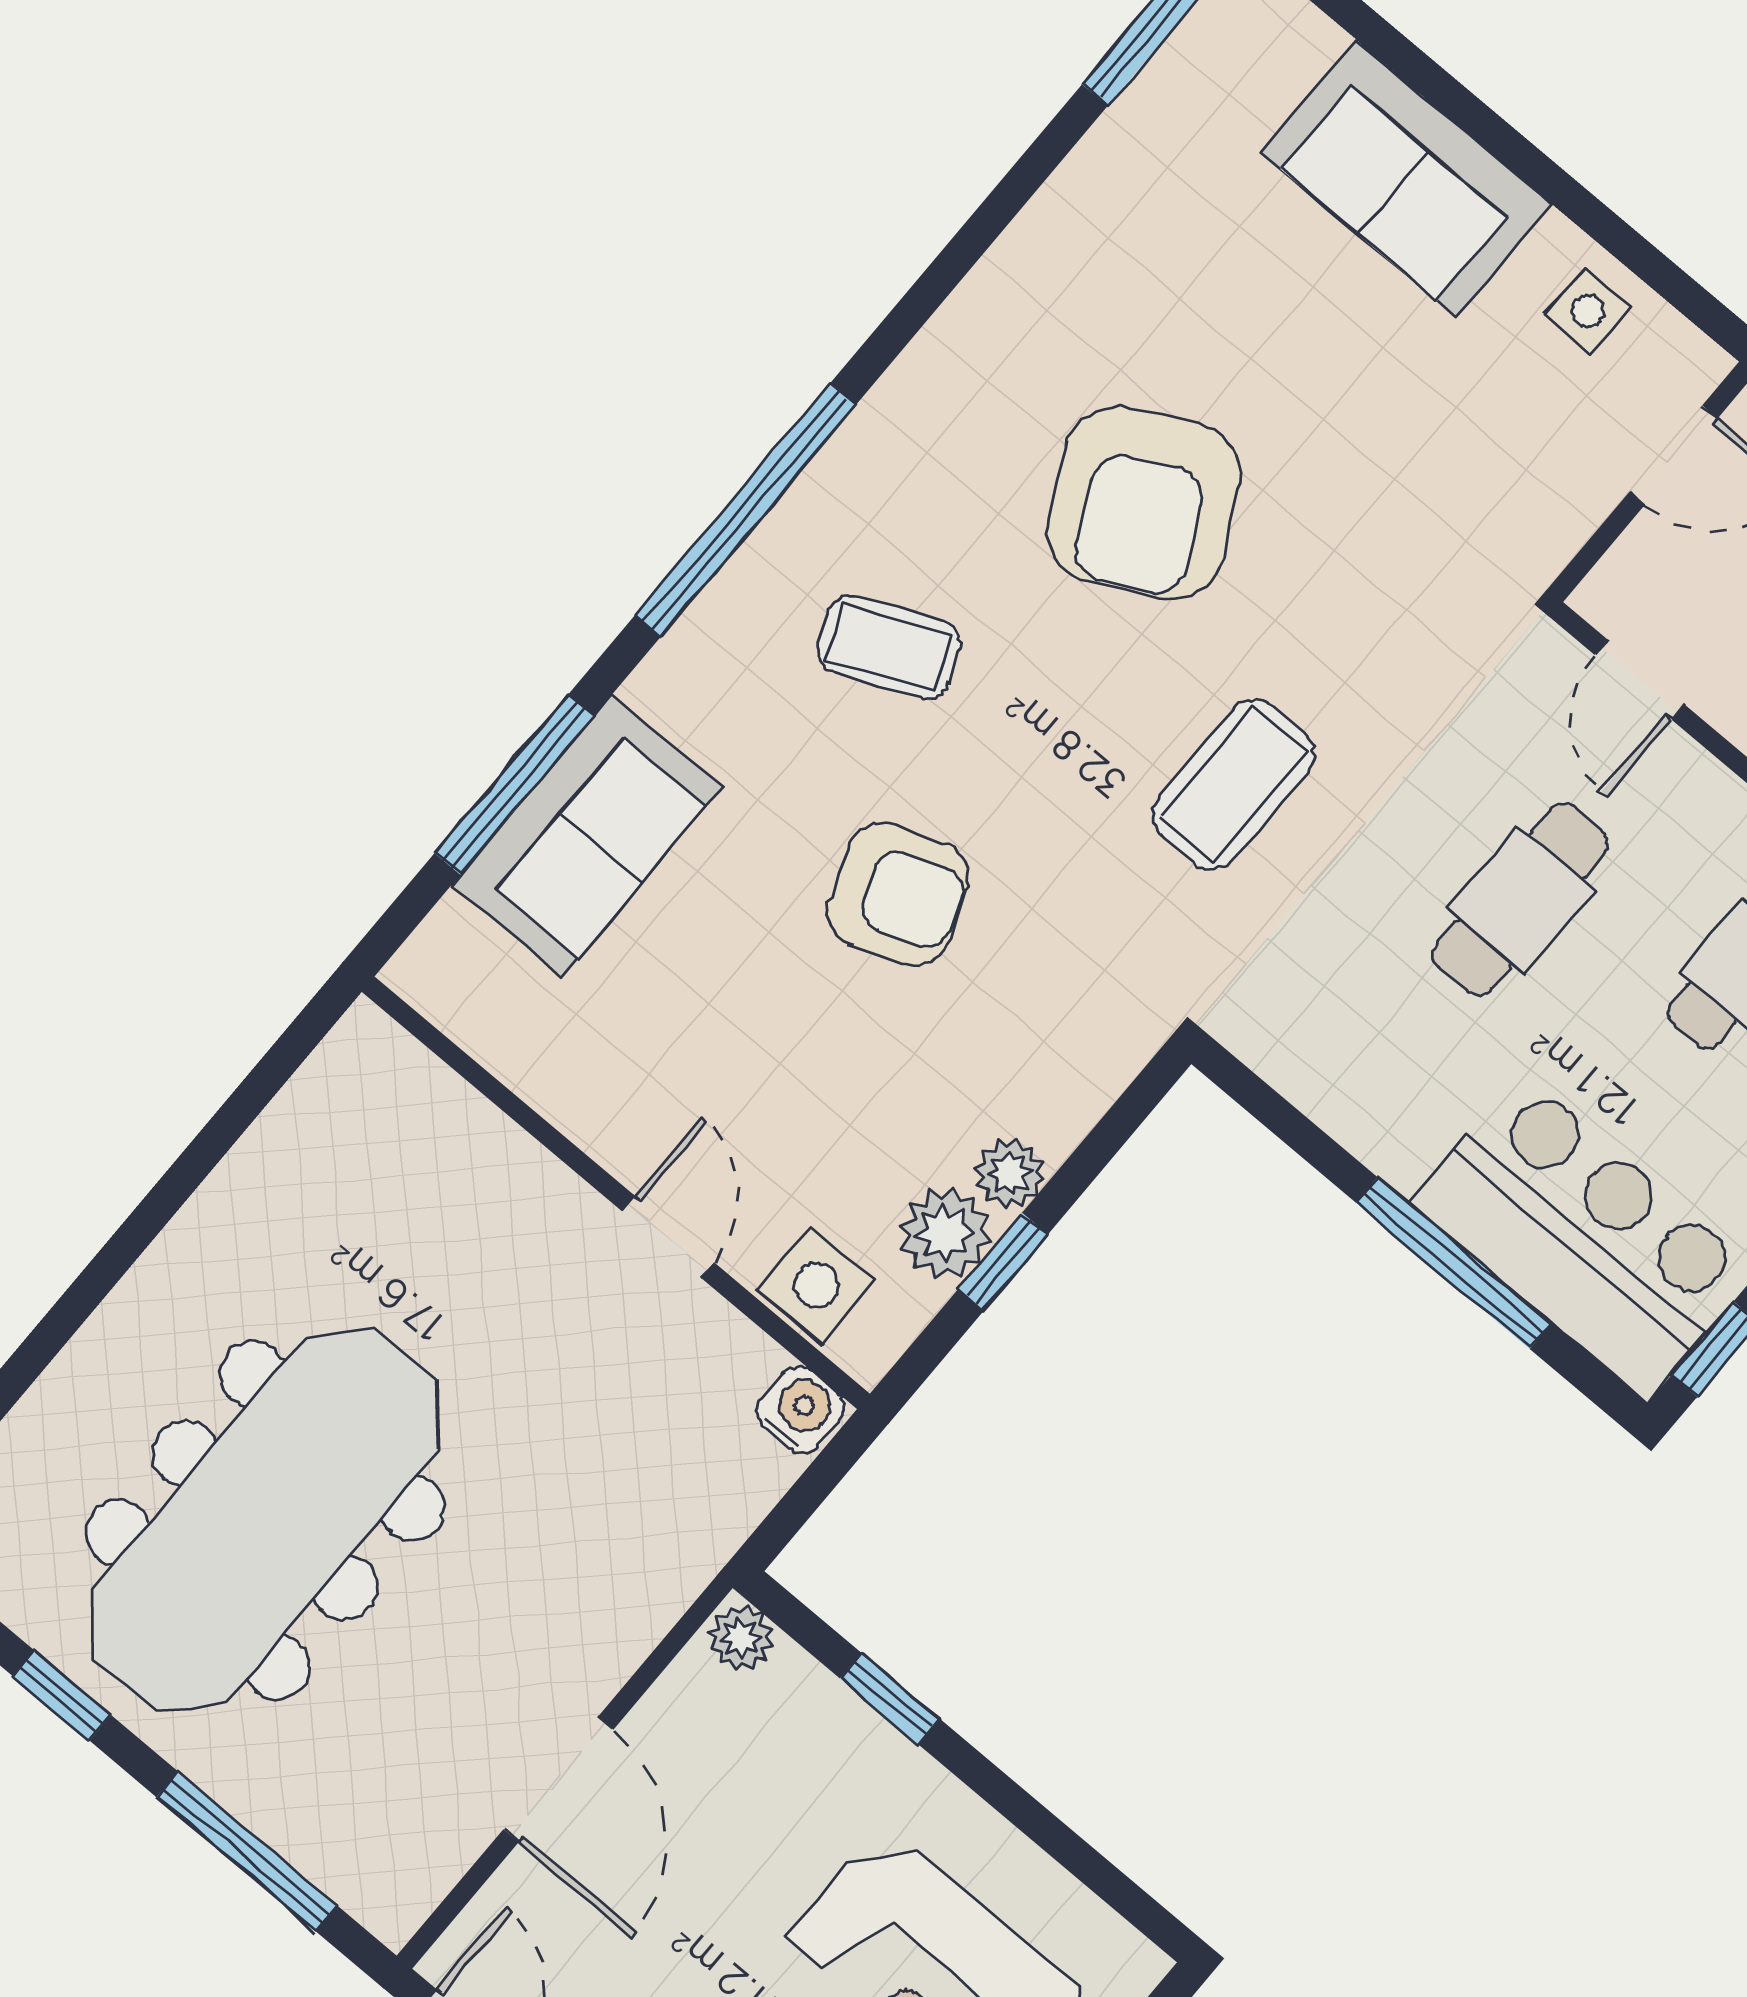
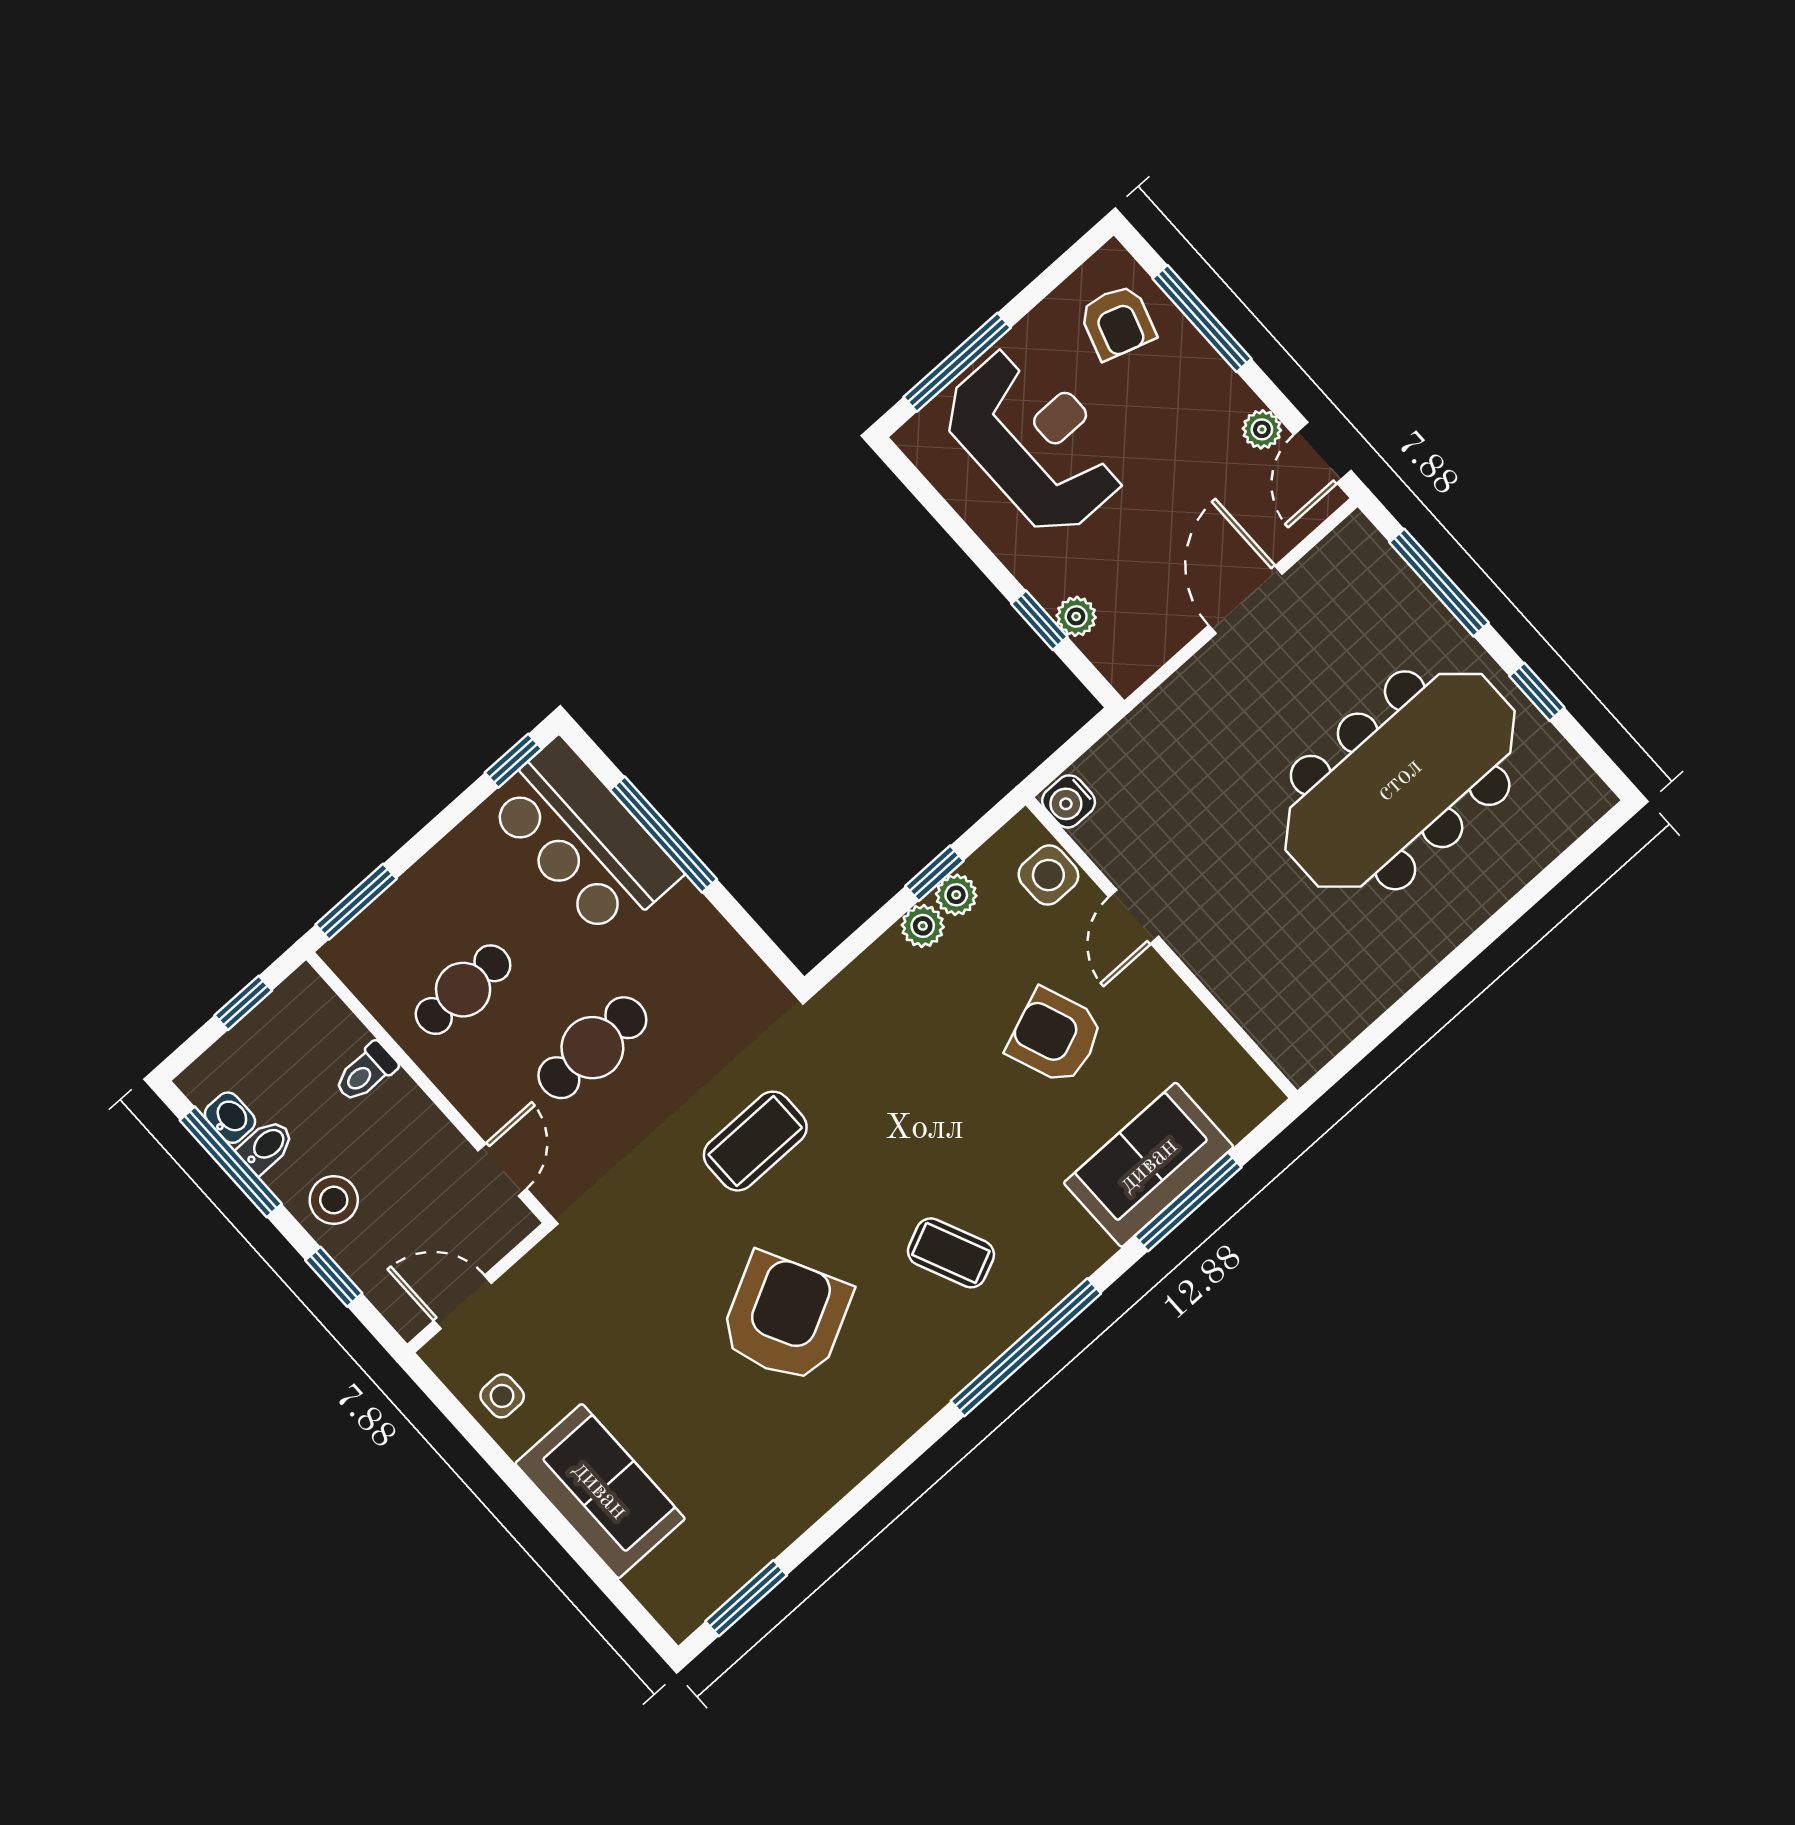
armchair: (898, 894) -> (1055, 1036), moved
plant: (945, 1233) -> (956, 895), width x0.73, depth x0.73
plant: (741, 1638) -> (1076, 616), moved

